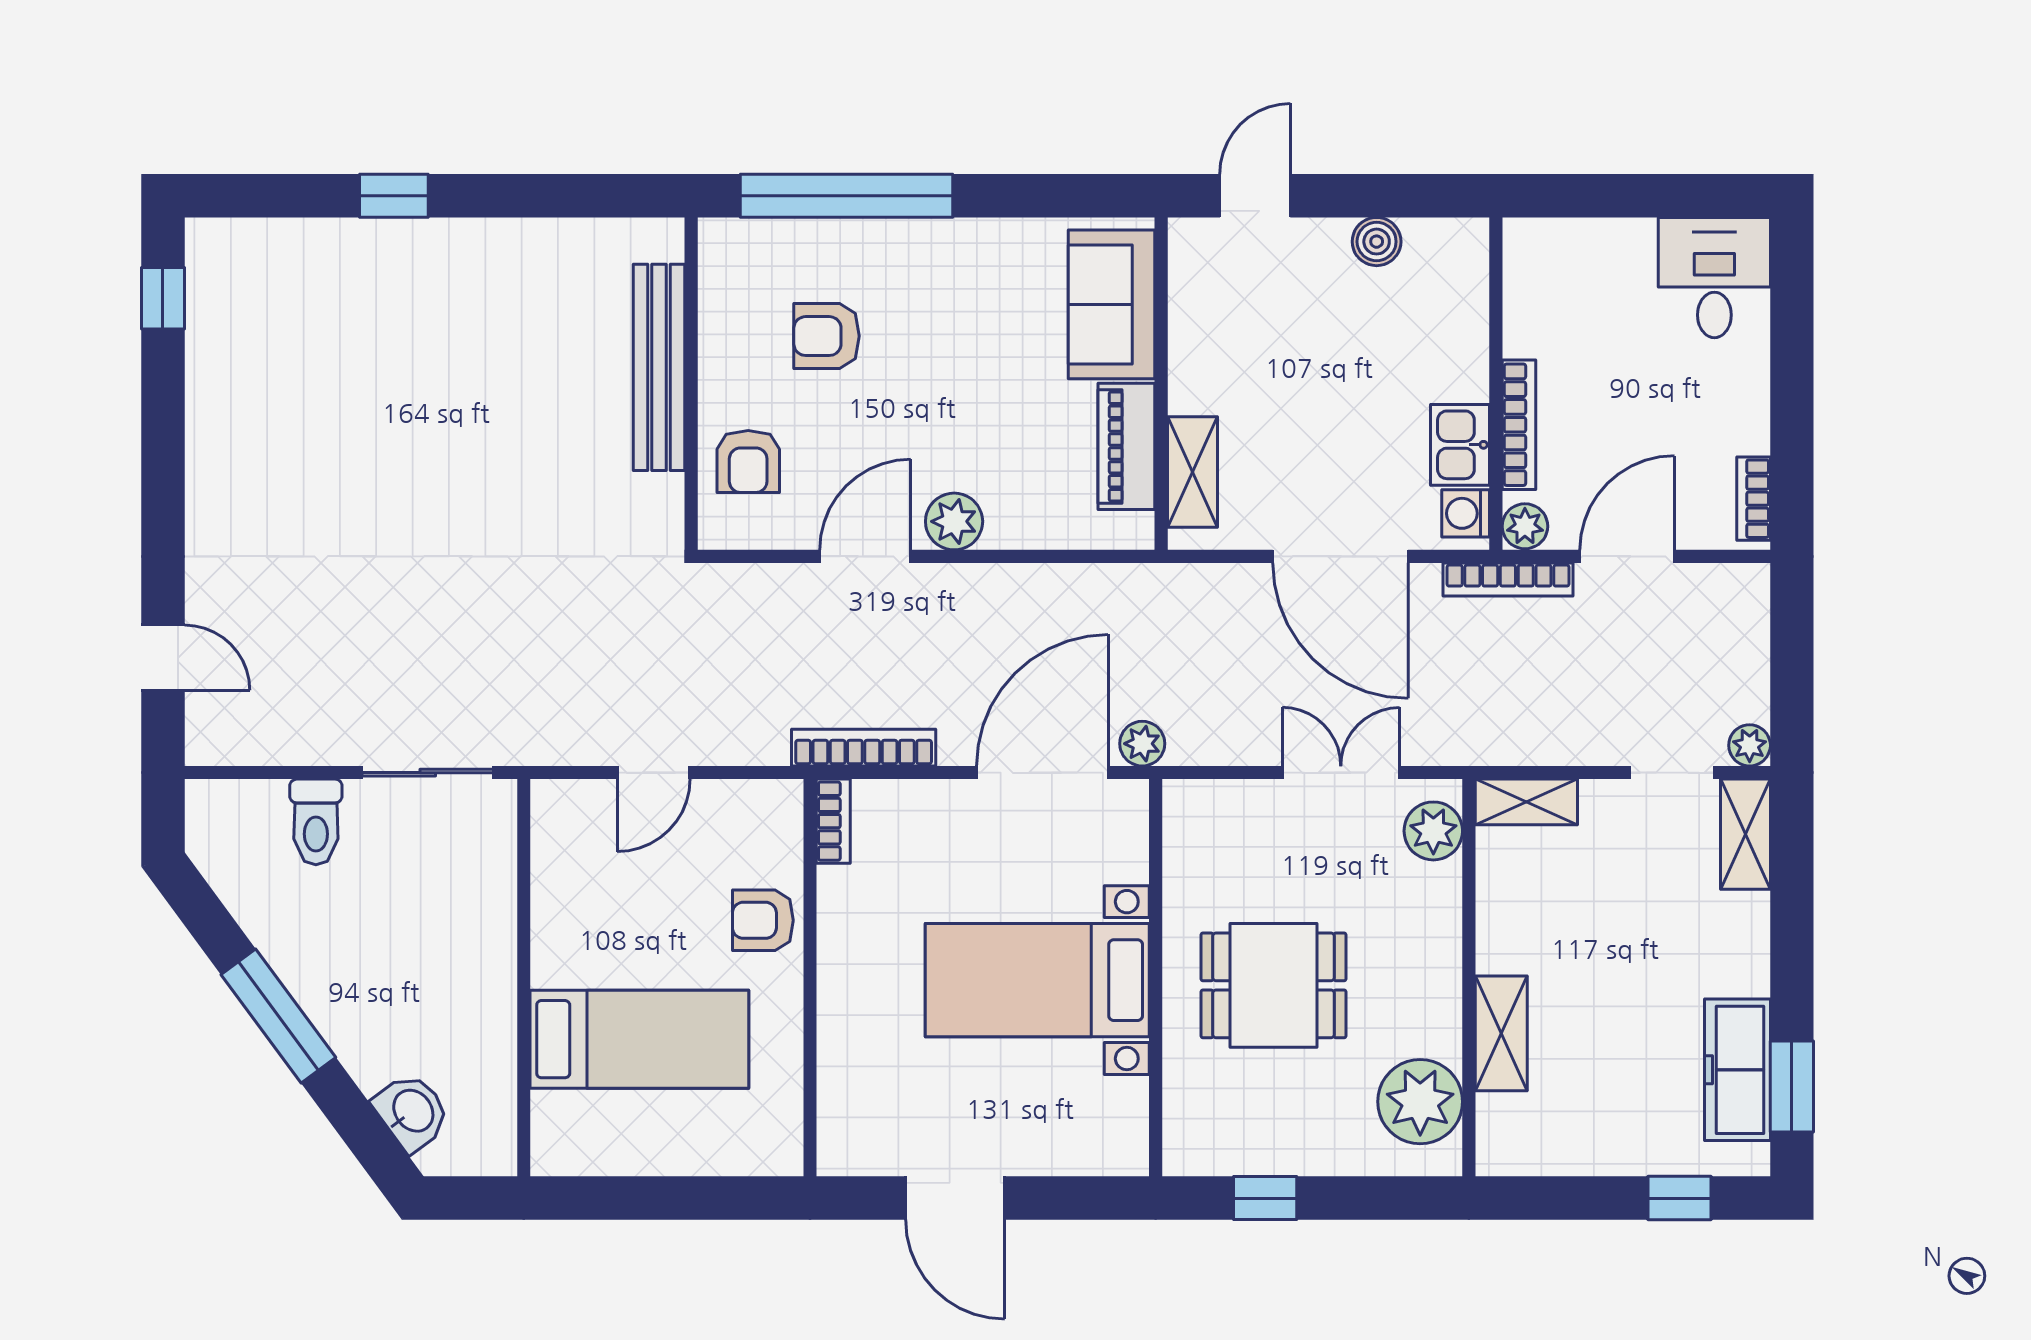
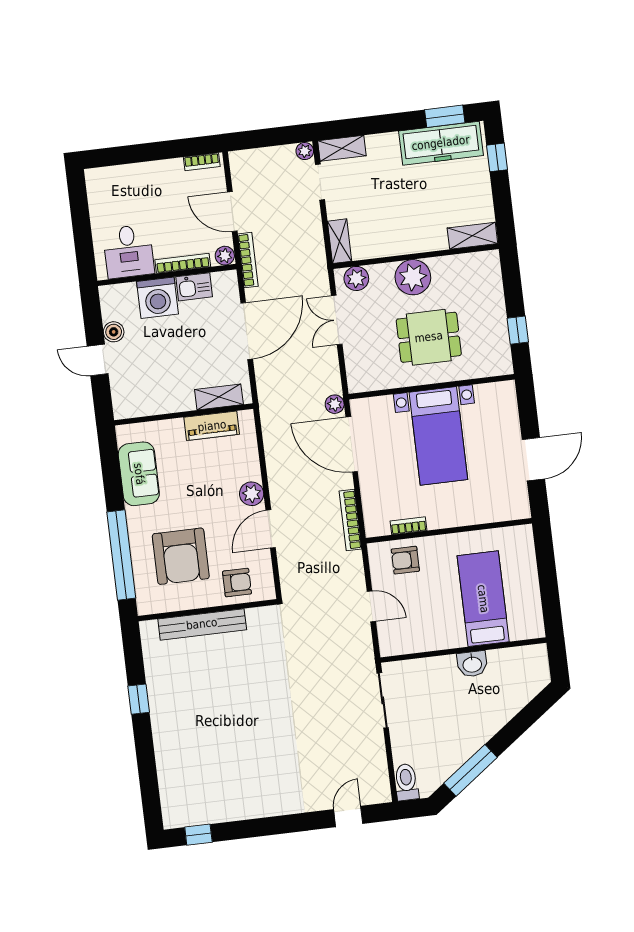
window: (394, 196) -> (139, 699), moved
door: (1255, 196) -> (98, 360), moved
desk: (1714, 278) -> (129, 251), moved, turned -90
sofa: (1112, 304) -> (139, 474), moved, turned -90
armchair: (827, 336) -> (181, 556), width x1.88, depth x1.88
washing machine: (1466, 513) -> (158, 298), moved, width x1.89, depth x1.89
door: (865, 556) -> (271, 529), hinge flipped
bookcase: (833, 821) -> (408, 526), moved
toilet: (316, 822) -> (406, 782), moved, turned -90
armchair: (763, 920) -> (405, 560), moved, turned 90
dining table: (1274, 985) -> (429, 337), turned 90
window: (278, 1016) -> (471, 770), moved
shelving: (1501, 1033) -> (472, 236), moved
freezer: (1737, 1070) -> (441, 143), width x1.36, depth x1.26
plant: (1420, 1102) -> (413, 277), moved
washbasin: (412, 1112) -> (472, 664), moved, turned -144

